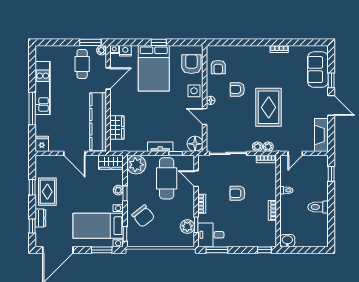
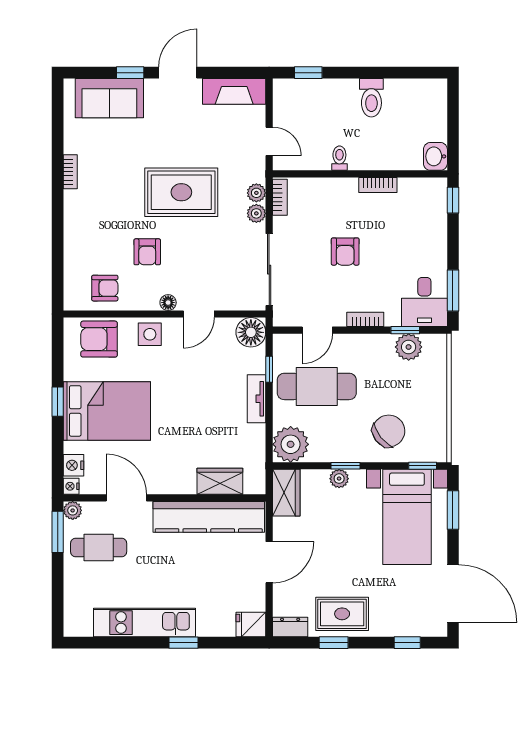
window: (32, 109) -> (184, 643), width x0.46
dresser: (40, 218) -> (290, 627), moved

